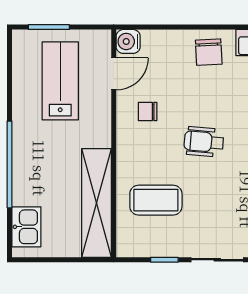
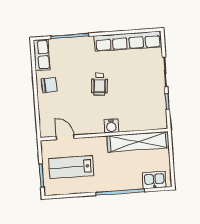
water cooler: (128, 41) -> (111, 126), moved
chair: (148, 112) -> (85, 117), removed
coffee table: (156, 200) -> (134, 109), removed

